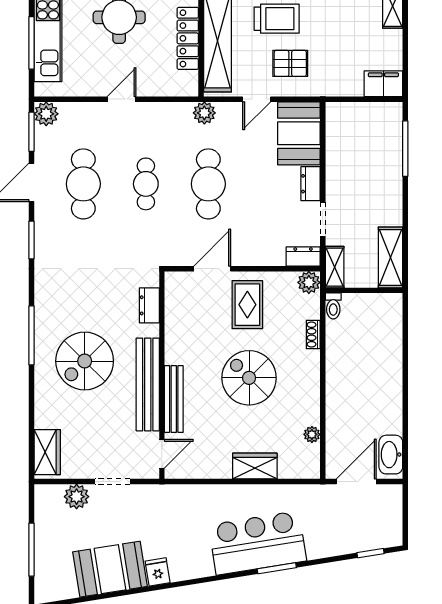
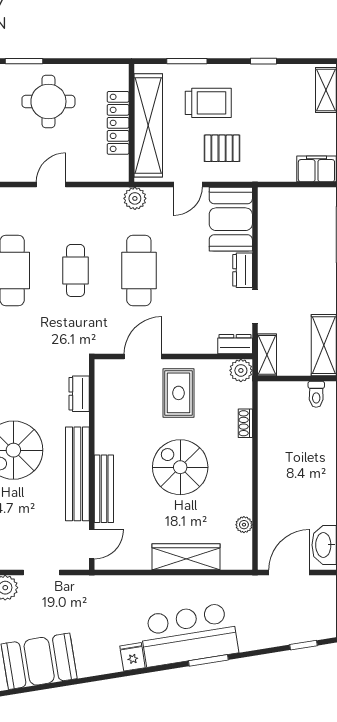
toilet: (333, 306) -> (316, 394), moved
wardrobe: (255, 466) -> (186, 557), width x1.50
fridge: (158, 572) -> (133, 657), moved

